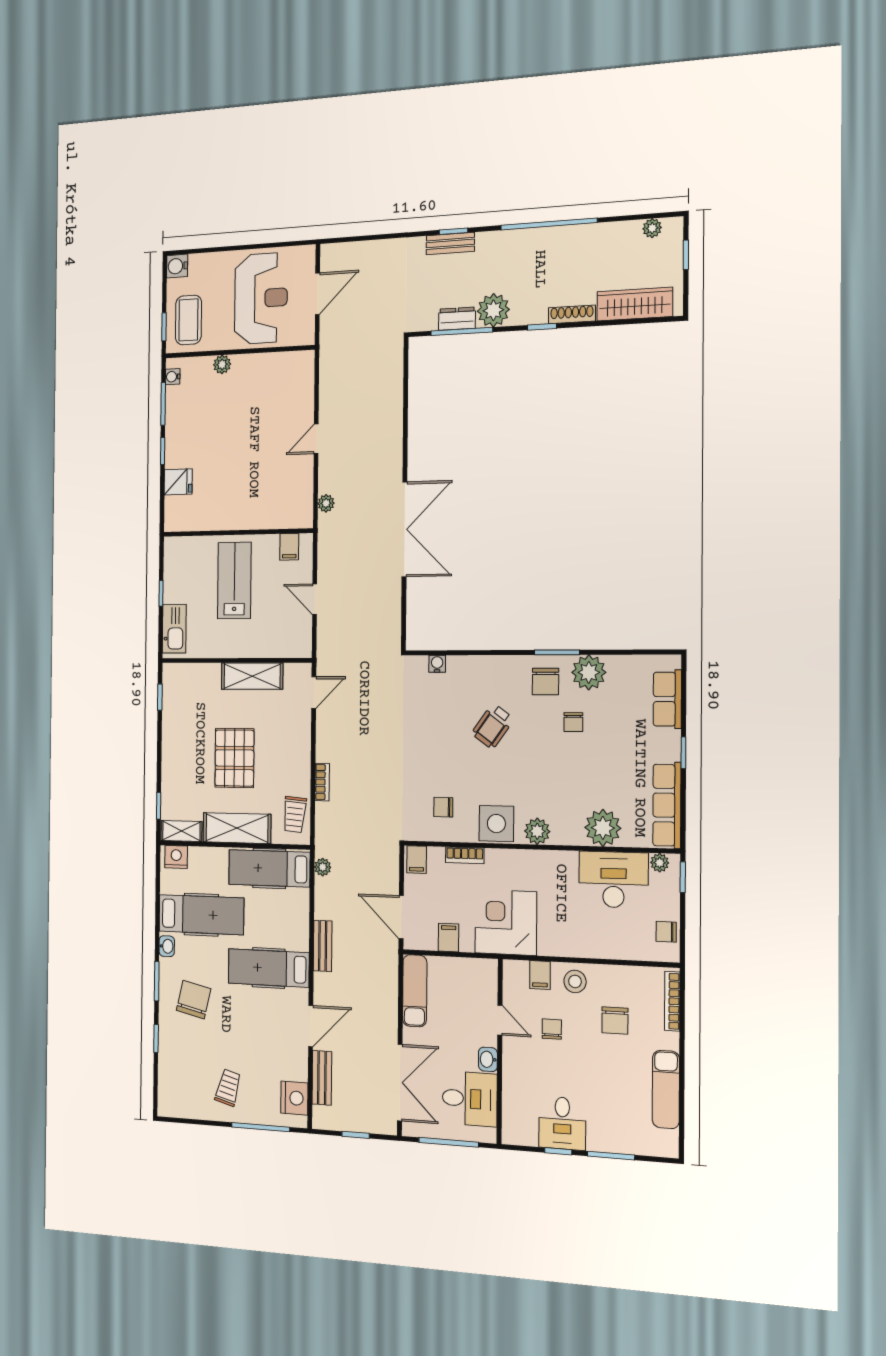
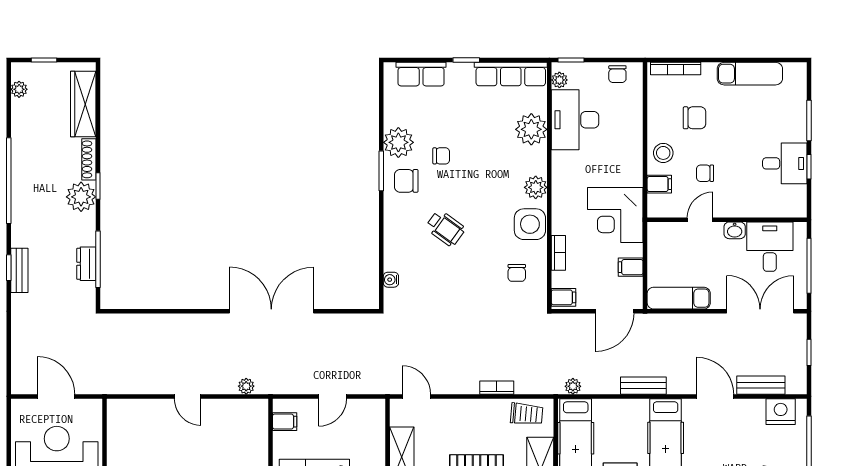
plant: (493, 310) -> (81, 197), moved
chair: (545, 681) -> (406, 181), turned 180

